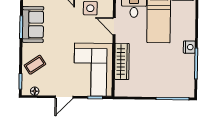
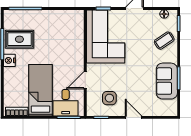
door: (114, 26) -> (85, 80), swing flipped
wardrobe: (122, 61) -> (77, 45), removed
rug: (179, 68) -> (19, 39), added

